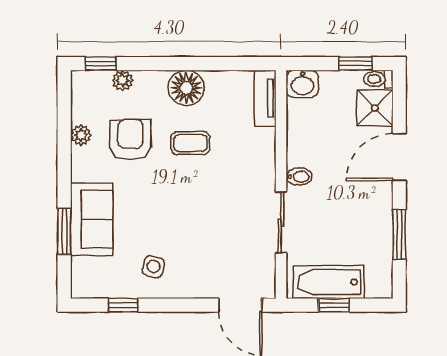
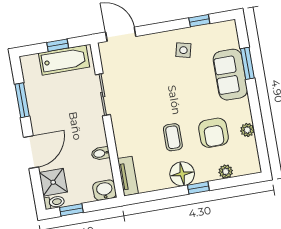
window: (101, 64) -> (198, 188), moved
coffee table: (190, 143) -> (173, 137), turned 90
bidet: (299, 177) -> (101, 153), moved

